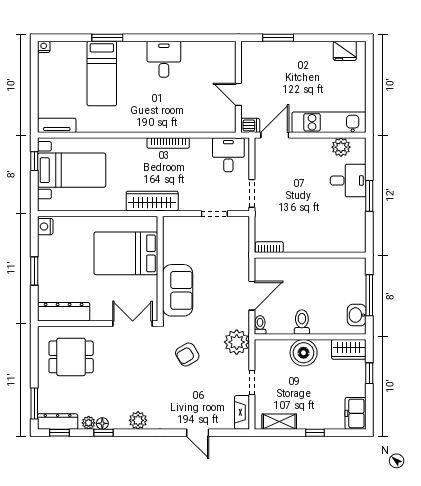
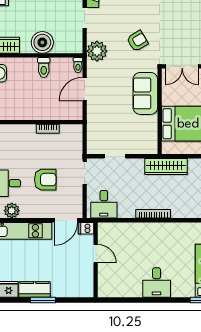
window: (278, 38) -> (43, 300), moved
kitchen counter: (313, 51) -> (35, 289), added
armchair: (300, 185) -> (45, 180), added
bookcase: (269, 247) -> (48, 129), moved

